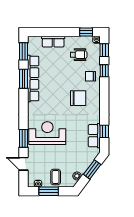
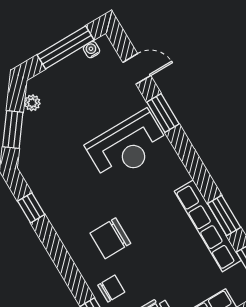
row of seats: (94, 136) -> (44, 190), removed
coffee table: (56, 177) -> (68, 79), removed
window: (49, 191) -> (66, 47), width x1.44

